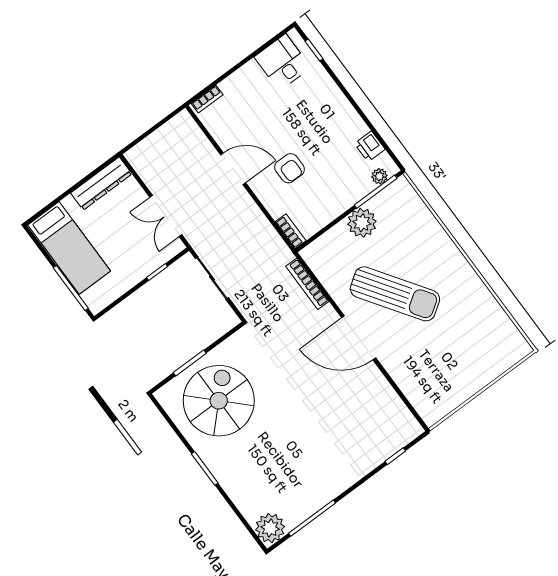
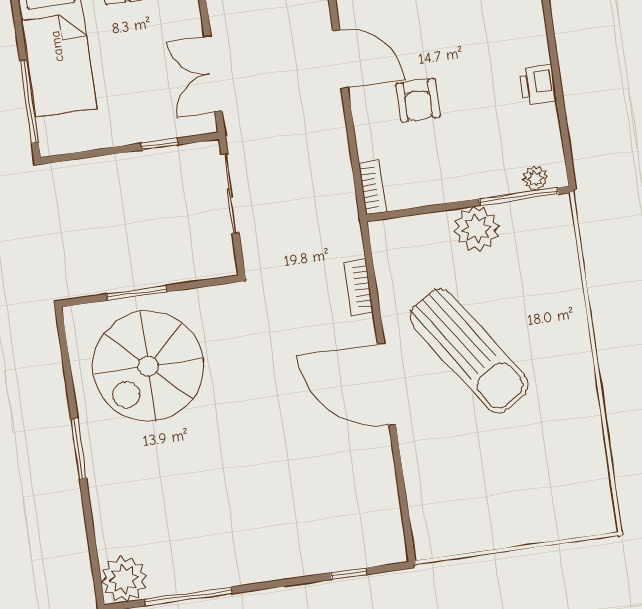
printer: (370, 146) -> (538, 85), moved
bookcase: (307, 284) -> (359, 287), width x0.64
spiral stairs: (219, 401) -> (148, 366), turned 180

